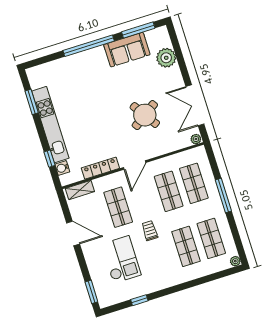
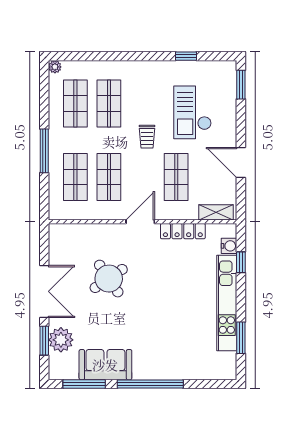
window: (178, 53) -> (44, 341), added
double door: (195, 105) -> (44, 291), moved
plant: (196, 139) -> (56, 230), removed

